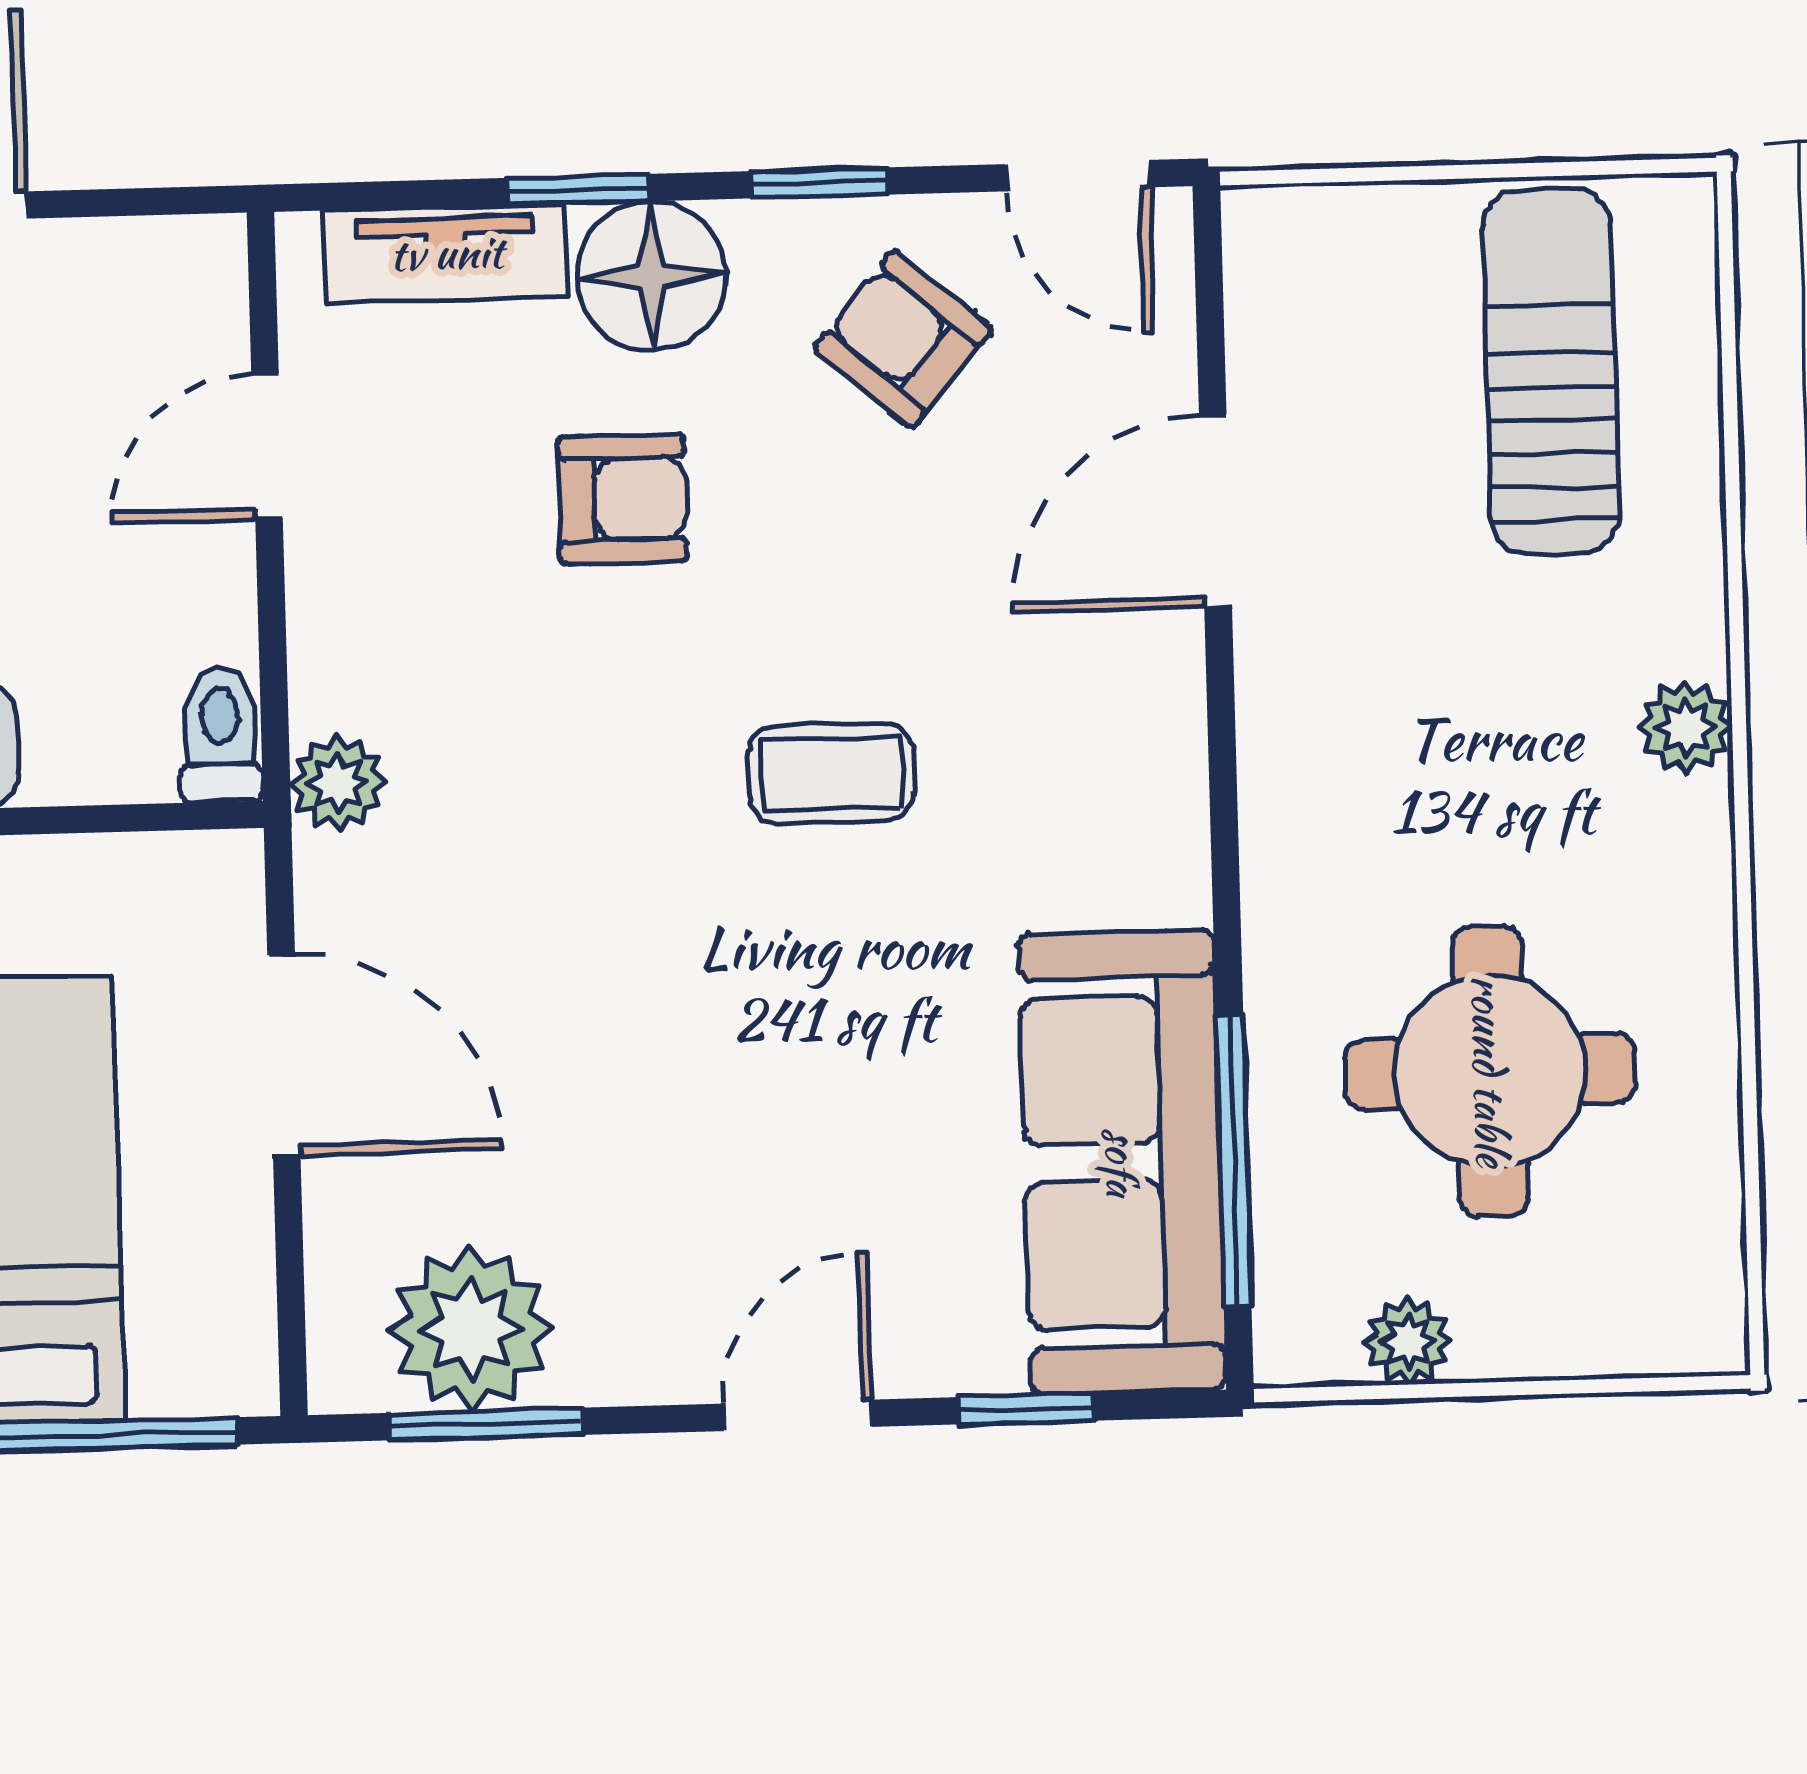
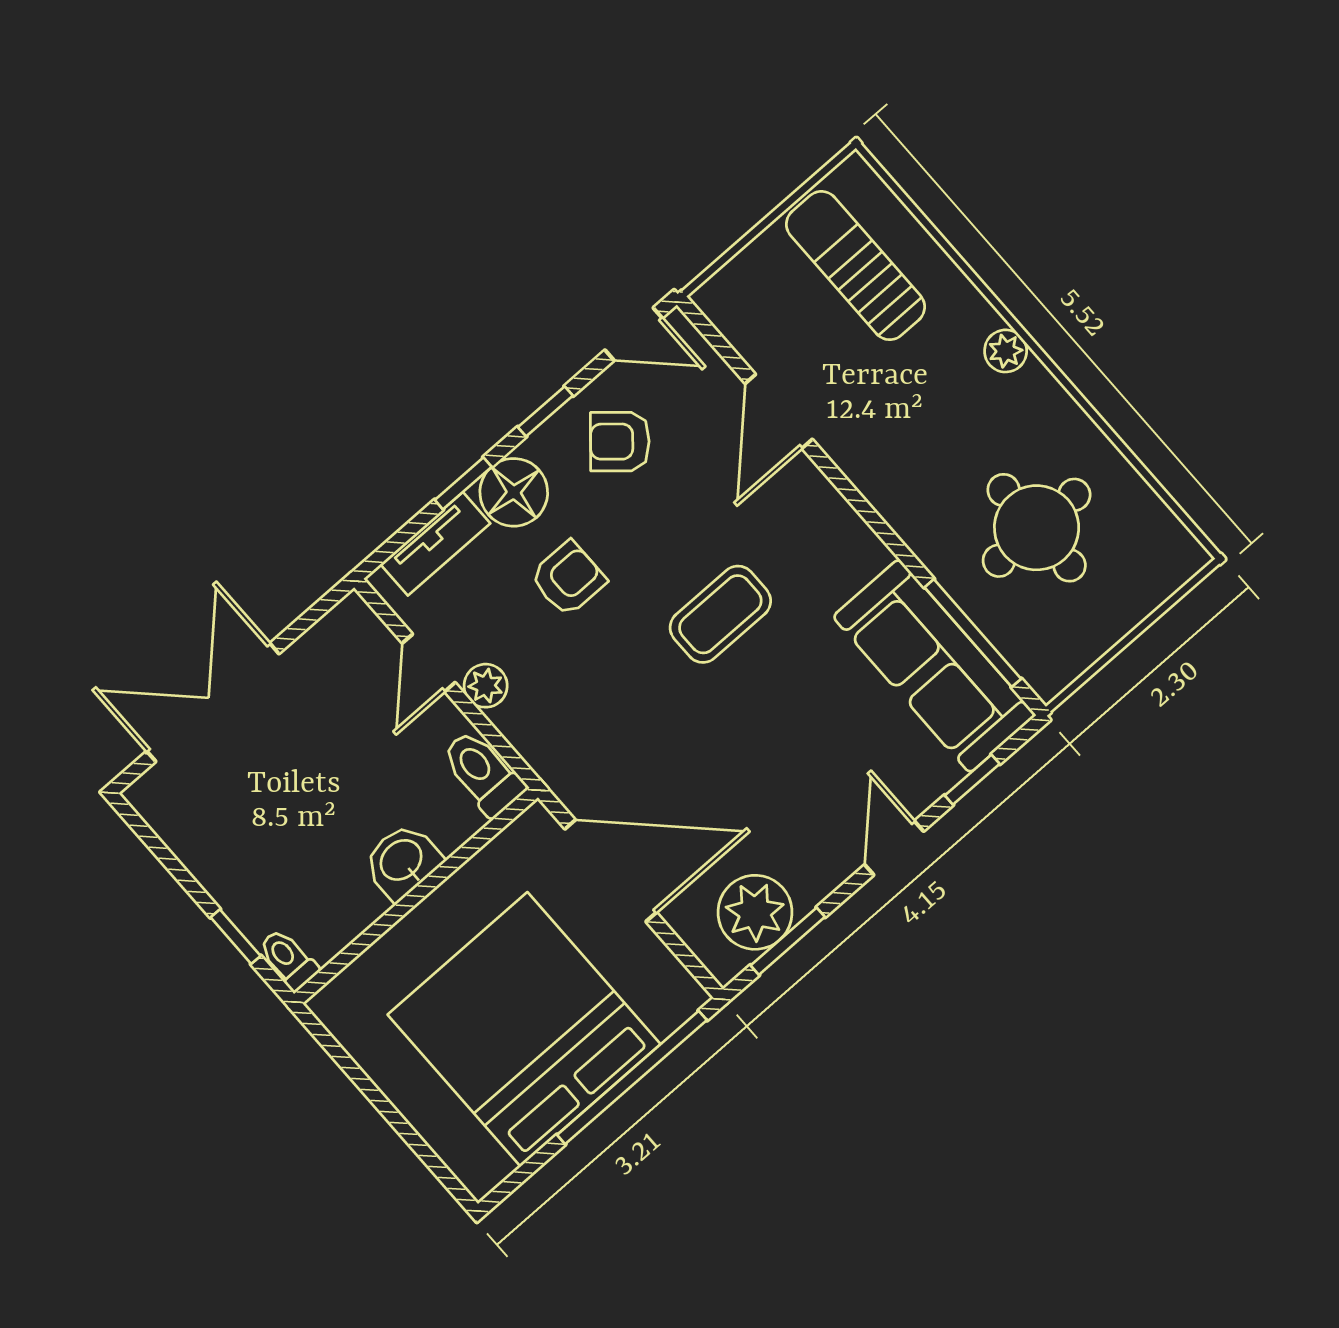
toilet: (220, 735) -> (483, 773), width x1.37, depth x1.39
coffee table: (831, 774) -> (720, 614), width x1.36, depth x1.30
plant: (338, 783) -> (486, 686), moved
door: (284, 1056) -> (611, 871), width x1.36
plant: (1408, 1341) -> (1086, 646), removed

